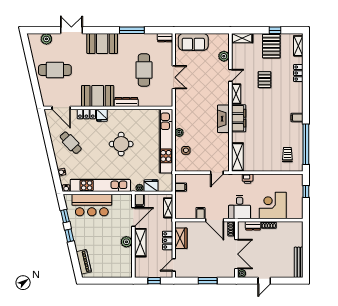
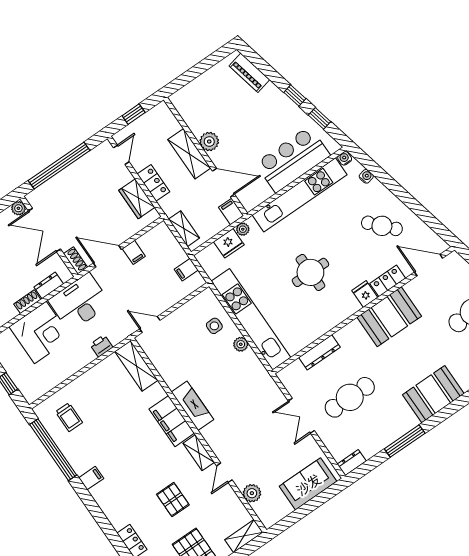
cafe table: (144, 70) -> (350, 397), turned 90
dresser: (126, 102) -> (319, 352), moved
door: (217, 173) -> (150, 325), hinge flipped
desk: (240, 207) -> (79, 302), width x1.37
door: (133, 217) -> (223, 183), swing flipped
window: (208, 281) -> (59, 165), width x2.11

